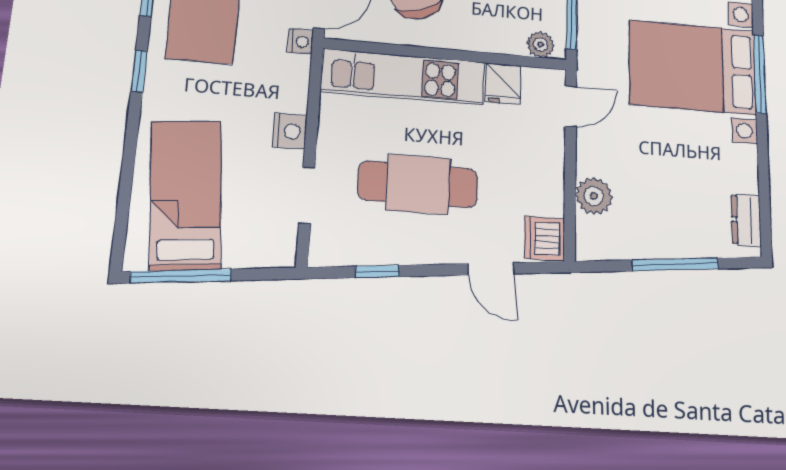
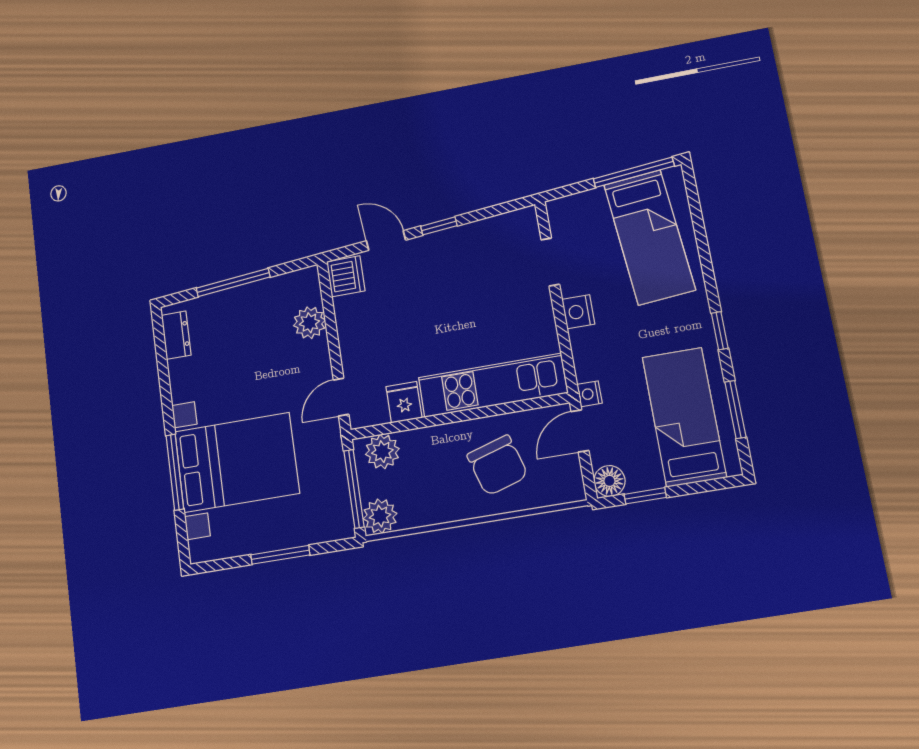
plant: (541, 45) -> (382, 452), width x1.38, depth x1.38
cafe table: (418, 184) -> (460, 295), removed
window: (377, 271) -> (439, 226), moved

